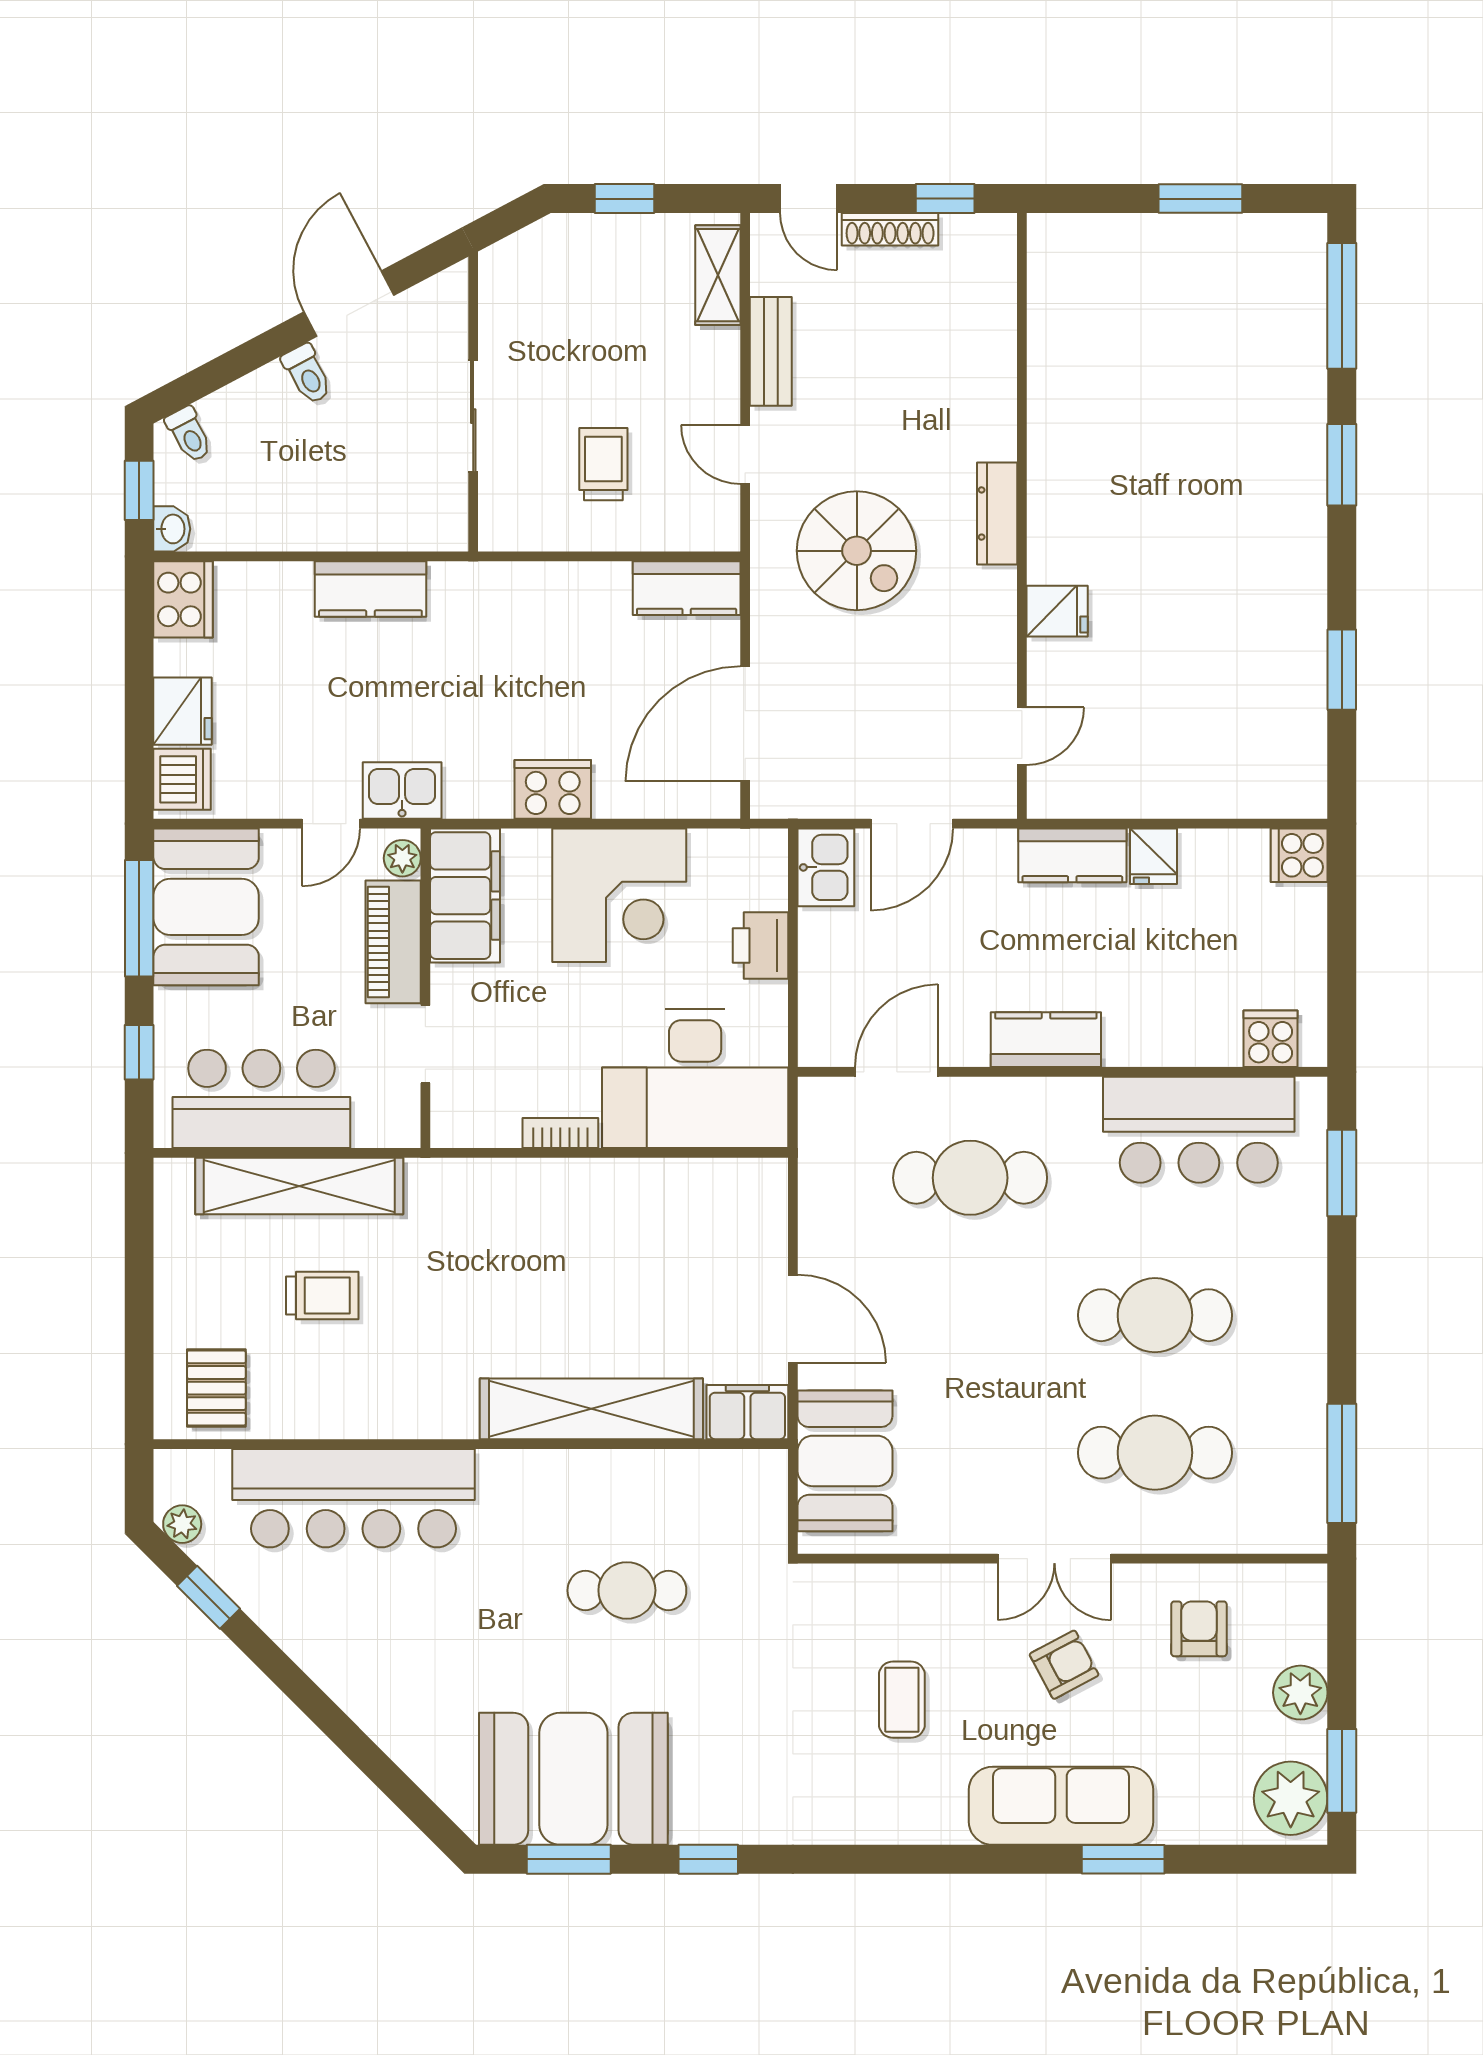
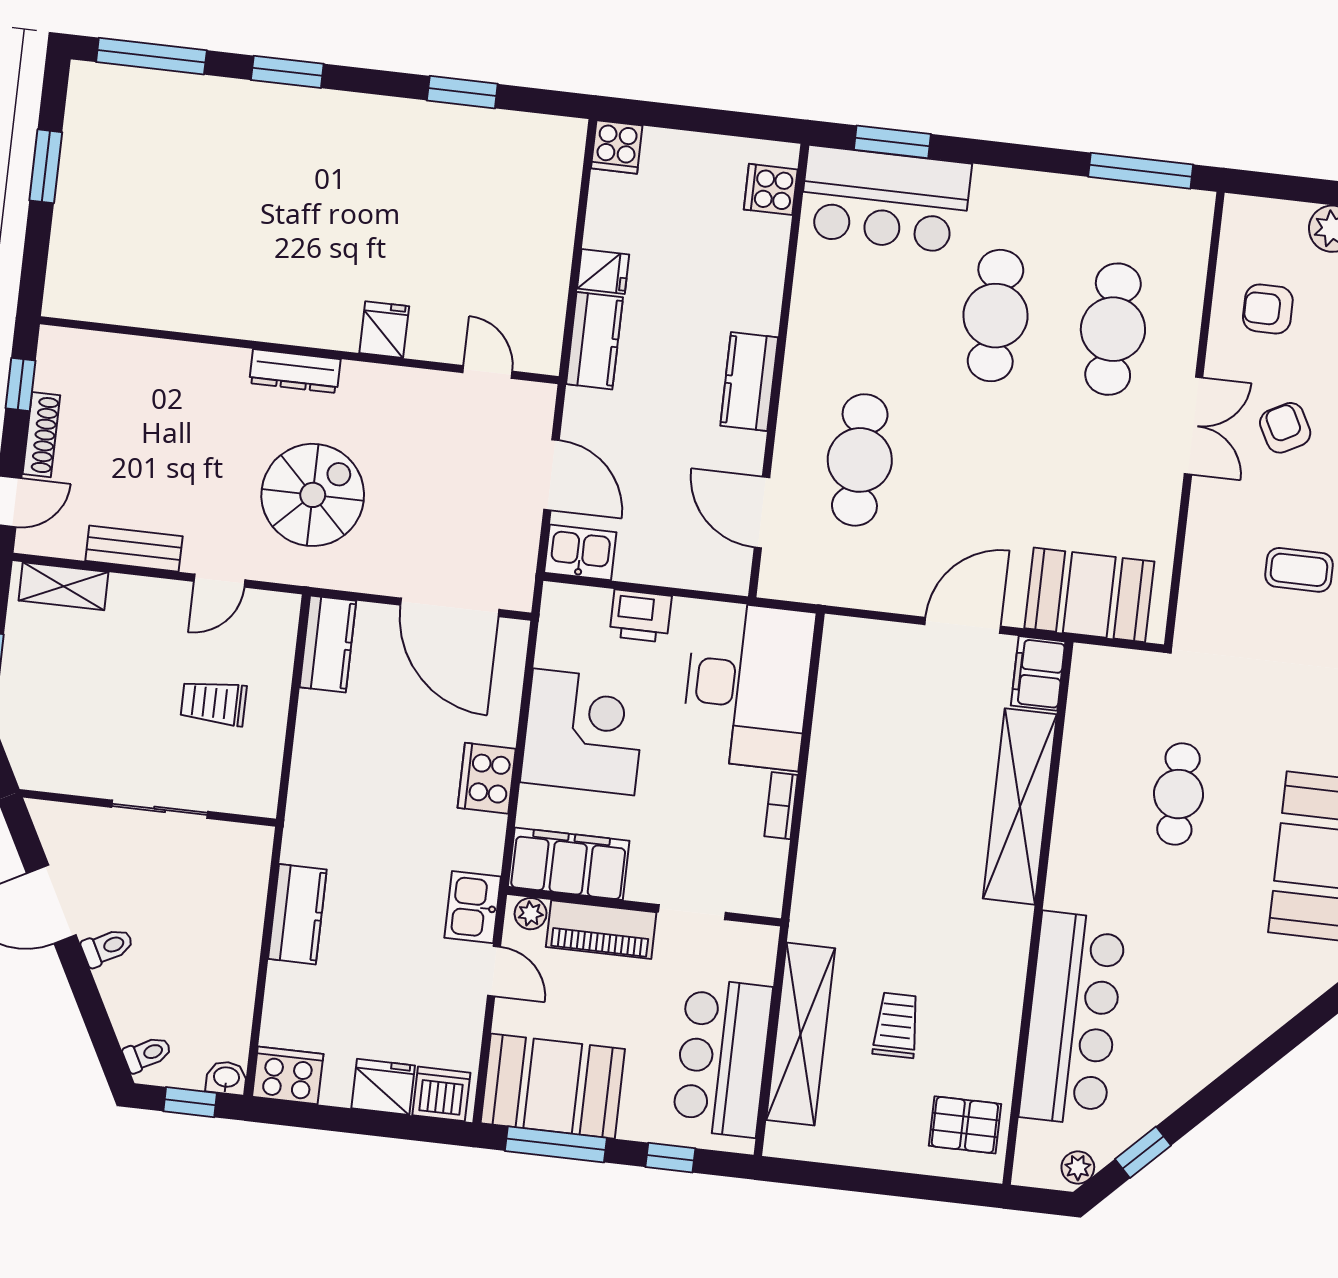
bar counter: (1199, 1130) -> (885, 200), moved, turned 90

